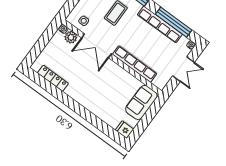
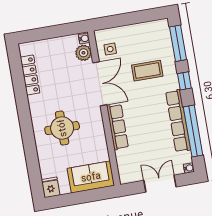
double door: (96, 46) -> (100, 84), swing flipped
row of seats: (135, 64) -> (117, 127), width x0.73
double door: (183, 69) -> (160, 184), swing flipped
round table: (99, 91) -> (62, 128), added

